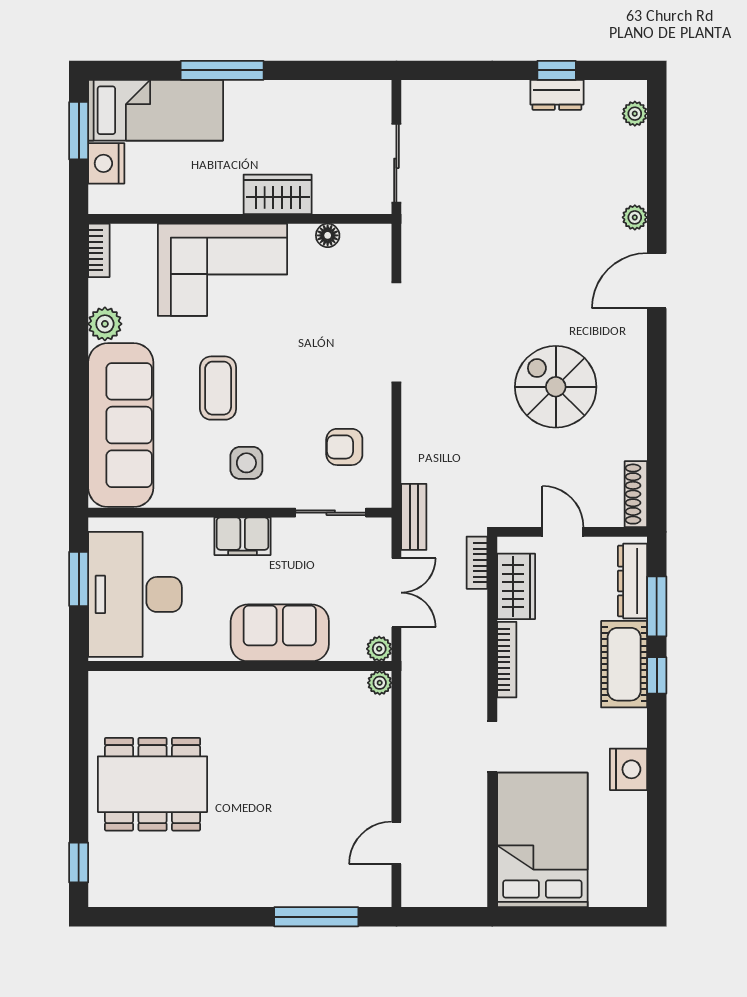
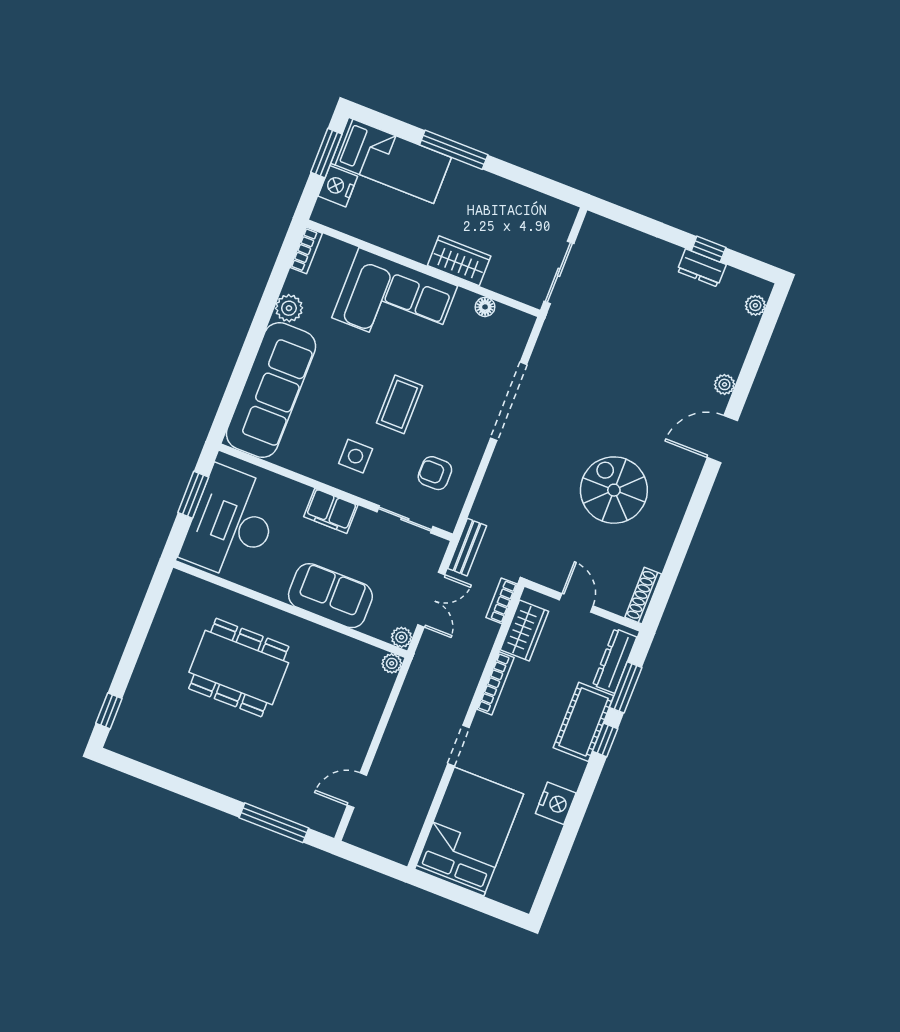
coffee table: (218, 388) -> (399, 404), moved
dining table: (153, 784) -> (239, 668), moved

